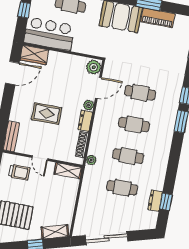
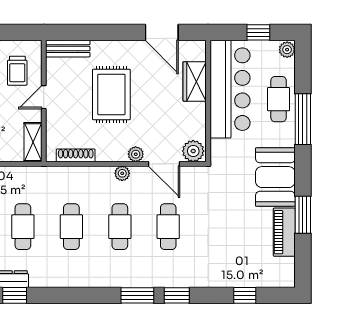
bar counter: (49, 34) -> (230, 89), width x1.36
wardrobe: (34, 55) -> (195, 81), moved
rug: (47, 114) -> (111, 94), width x1.36, depth x1.43
dresser: (85, 121) -> (111, 154), removed
plant: (91, 160) -> (122, 173), moved

